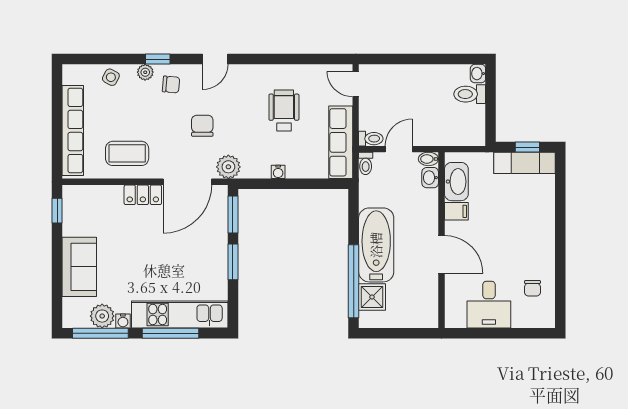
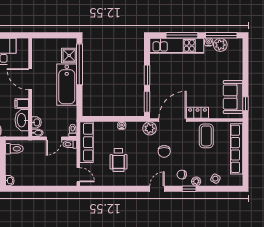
toilet: (470, 94) -> (14, 149), moved
coffee table: (127, 153) -> (206, 136), turned 90
sofa: (79, 267) -> (233, 97), moved

